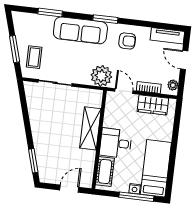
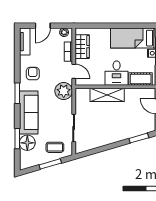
floor lamp: (44, 24) -> (27, 143), added
door: (124, 91) -> (74, 71), swing flipped

